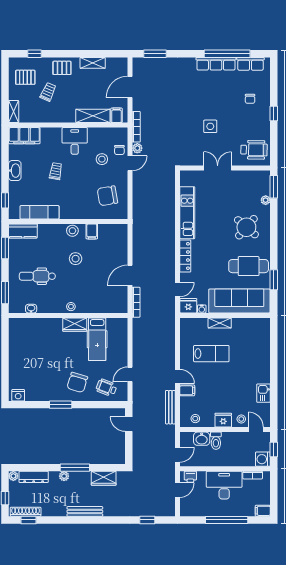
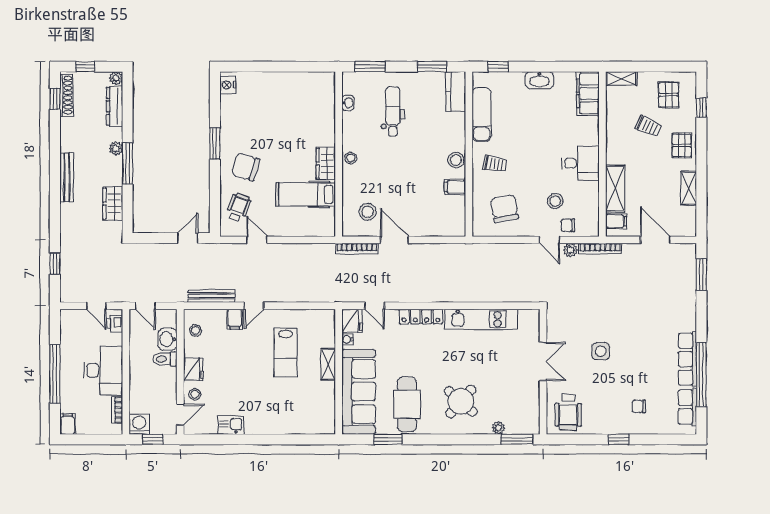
trolley: (56, 171) -> (495, 164), moved
stool: (76, 259) -> (368, 212), moved

